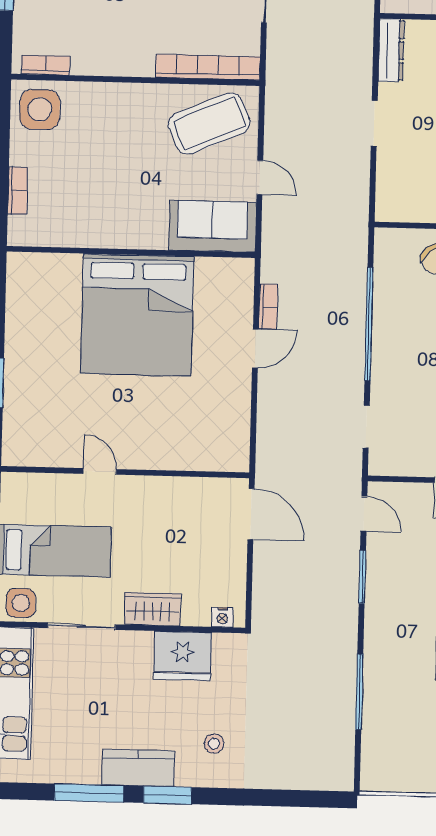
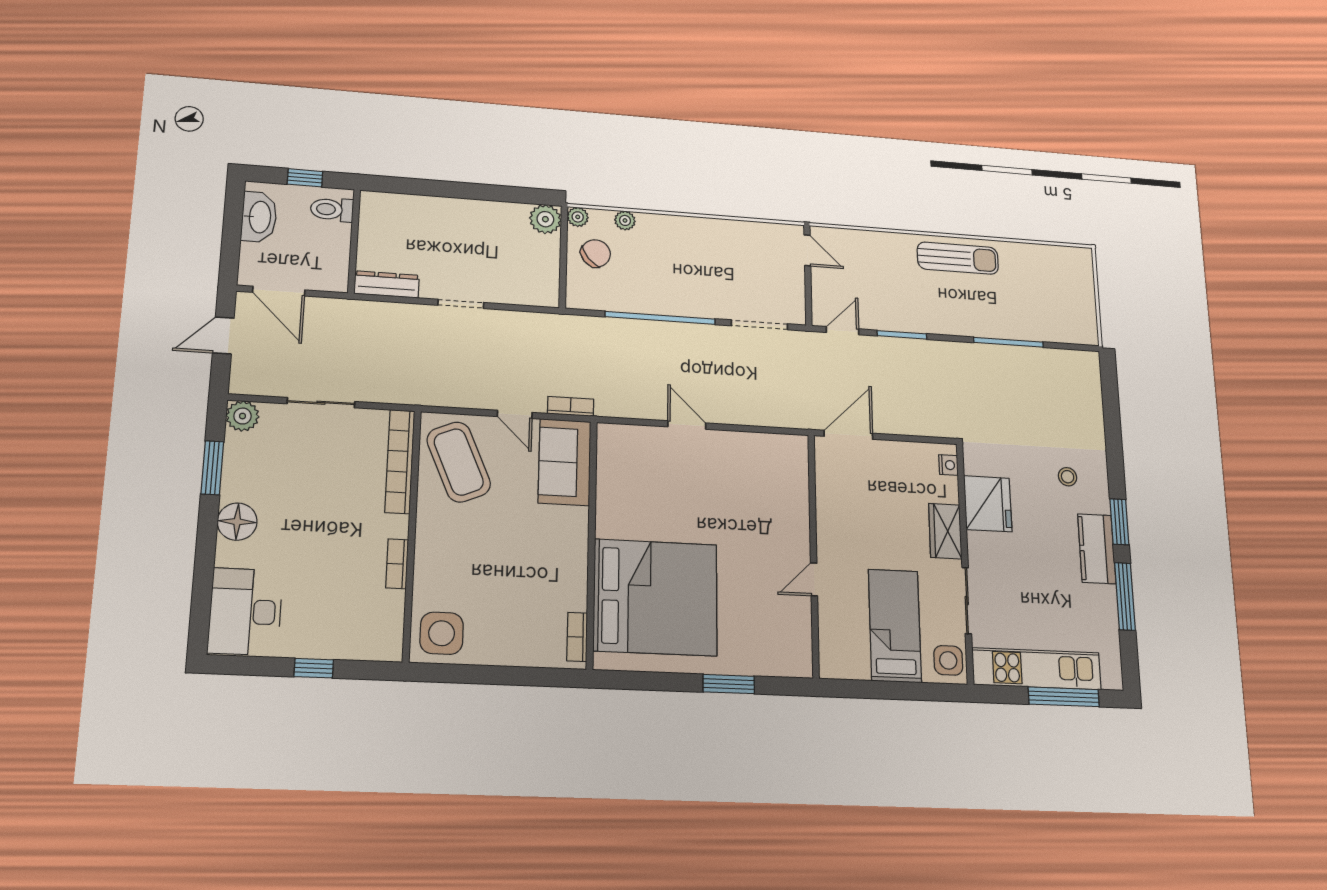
bookcase: (46, 65) -> (397, 564), moved
door: (260, 177) -> (515, 414), swing flipped
bookcase: (18, 191) -> (577, 637), moved, turned -90
bookcase: (268, 307) -> (571, 406), moved
bed: (137, 315) -> (655, 597), moved
doorway: (366, 427) -> (759, 325), width x1.38

